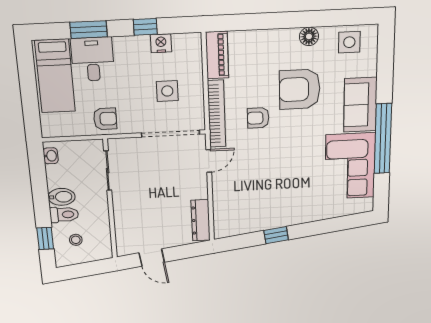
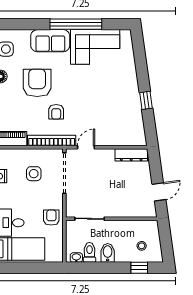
armchair: (300, 89) -> (37, 83), turned 180
door: (209, 161) -> (86, 147), hinge flipped
toilet: (64, 215) -> (89, 252), moved

